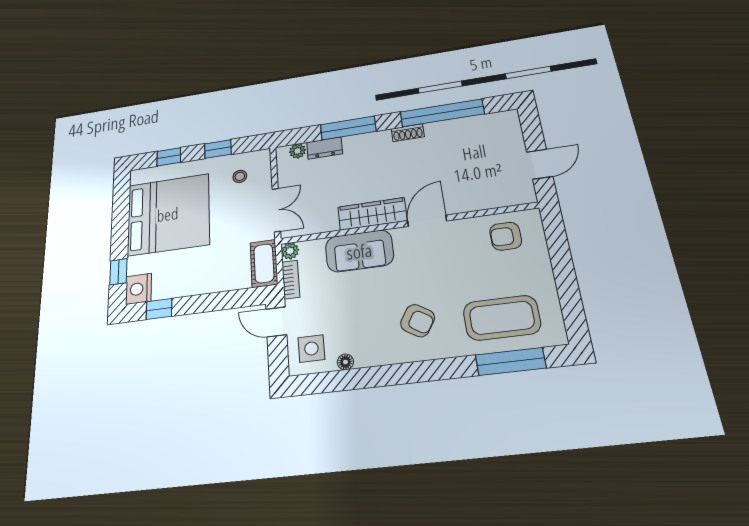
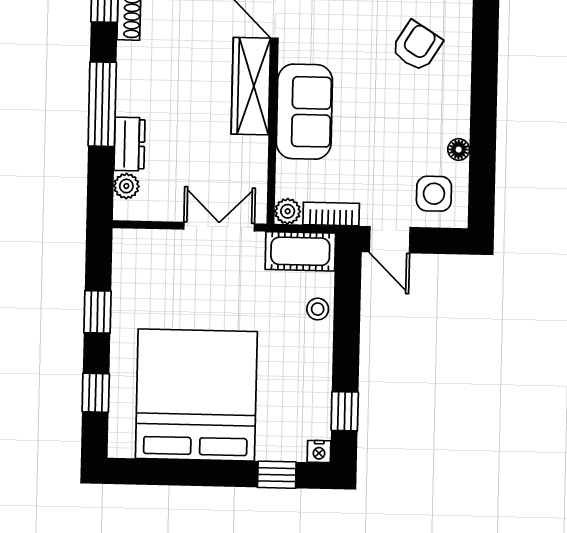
stool: (240, 176) -> (318, 309), moved
nightstand: (139, 289) -> (319, 452), width x0.53, depth x0.56
door: (276, 322) -> (390, 240), hinge flipped

